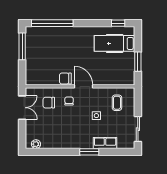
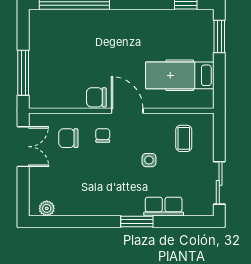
hospital bed: (115, 43) -> (180, 75), moved
window: (22, 46) -> (23, 73), moved
window: (138, 62) -> (219, 36), moved

